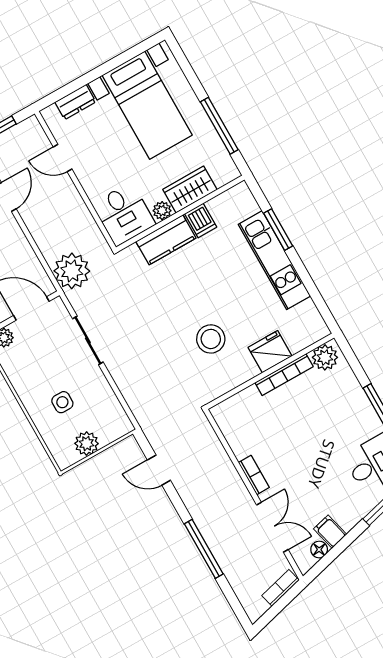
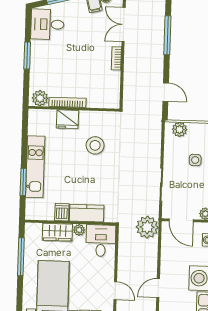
plant: (87, 443) -> (180, 129), moved

